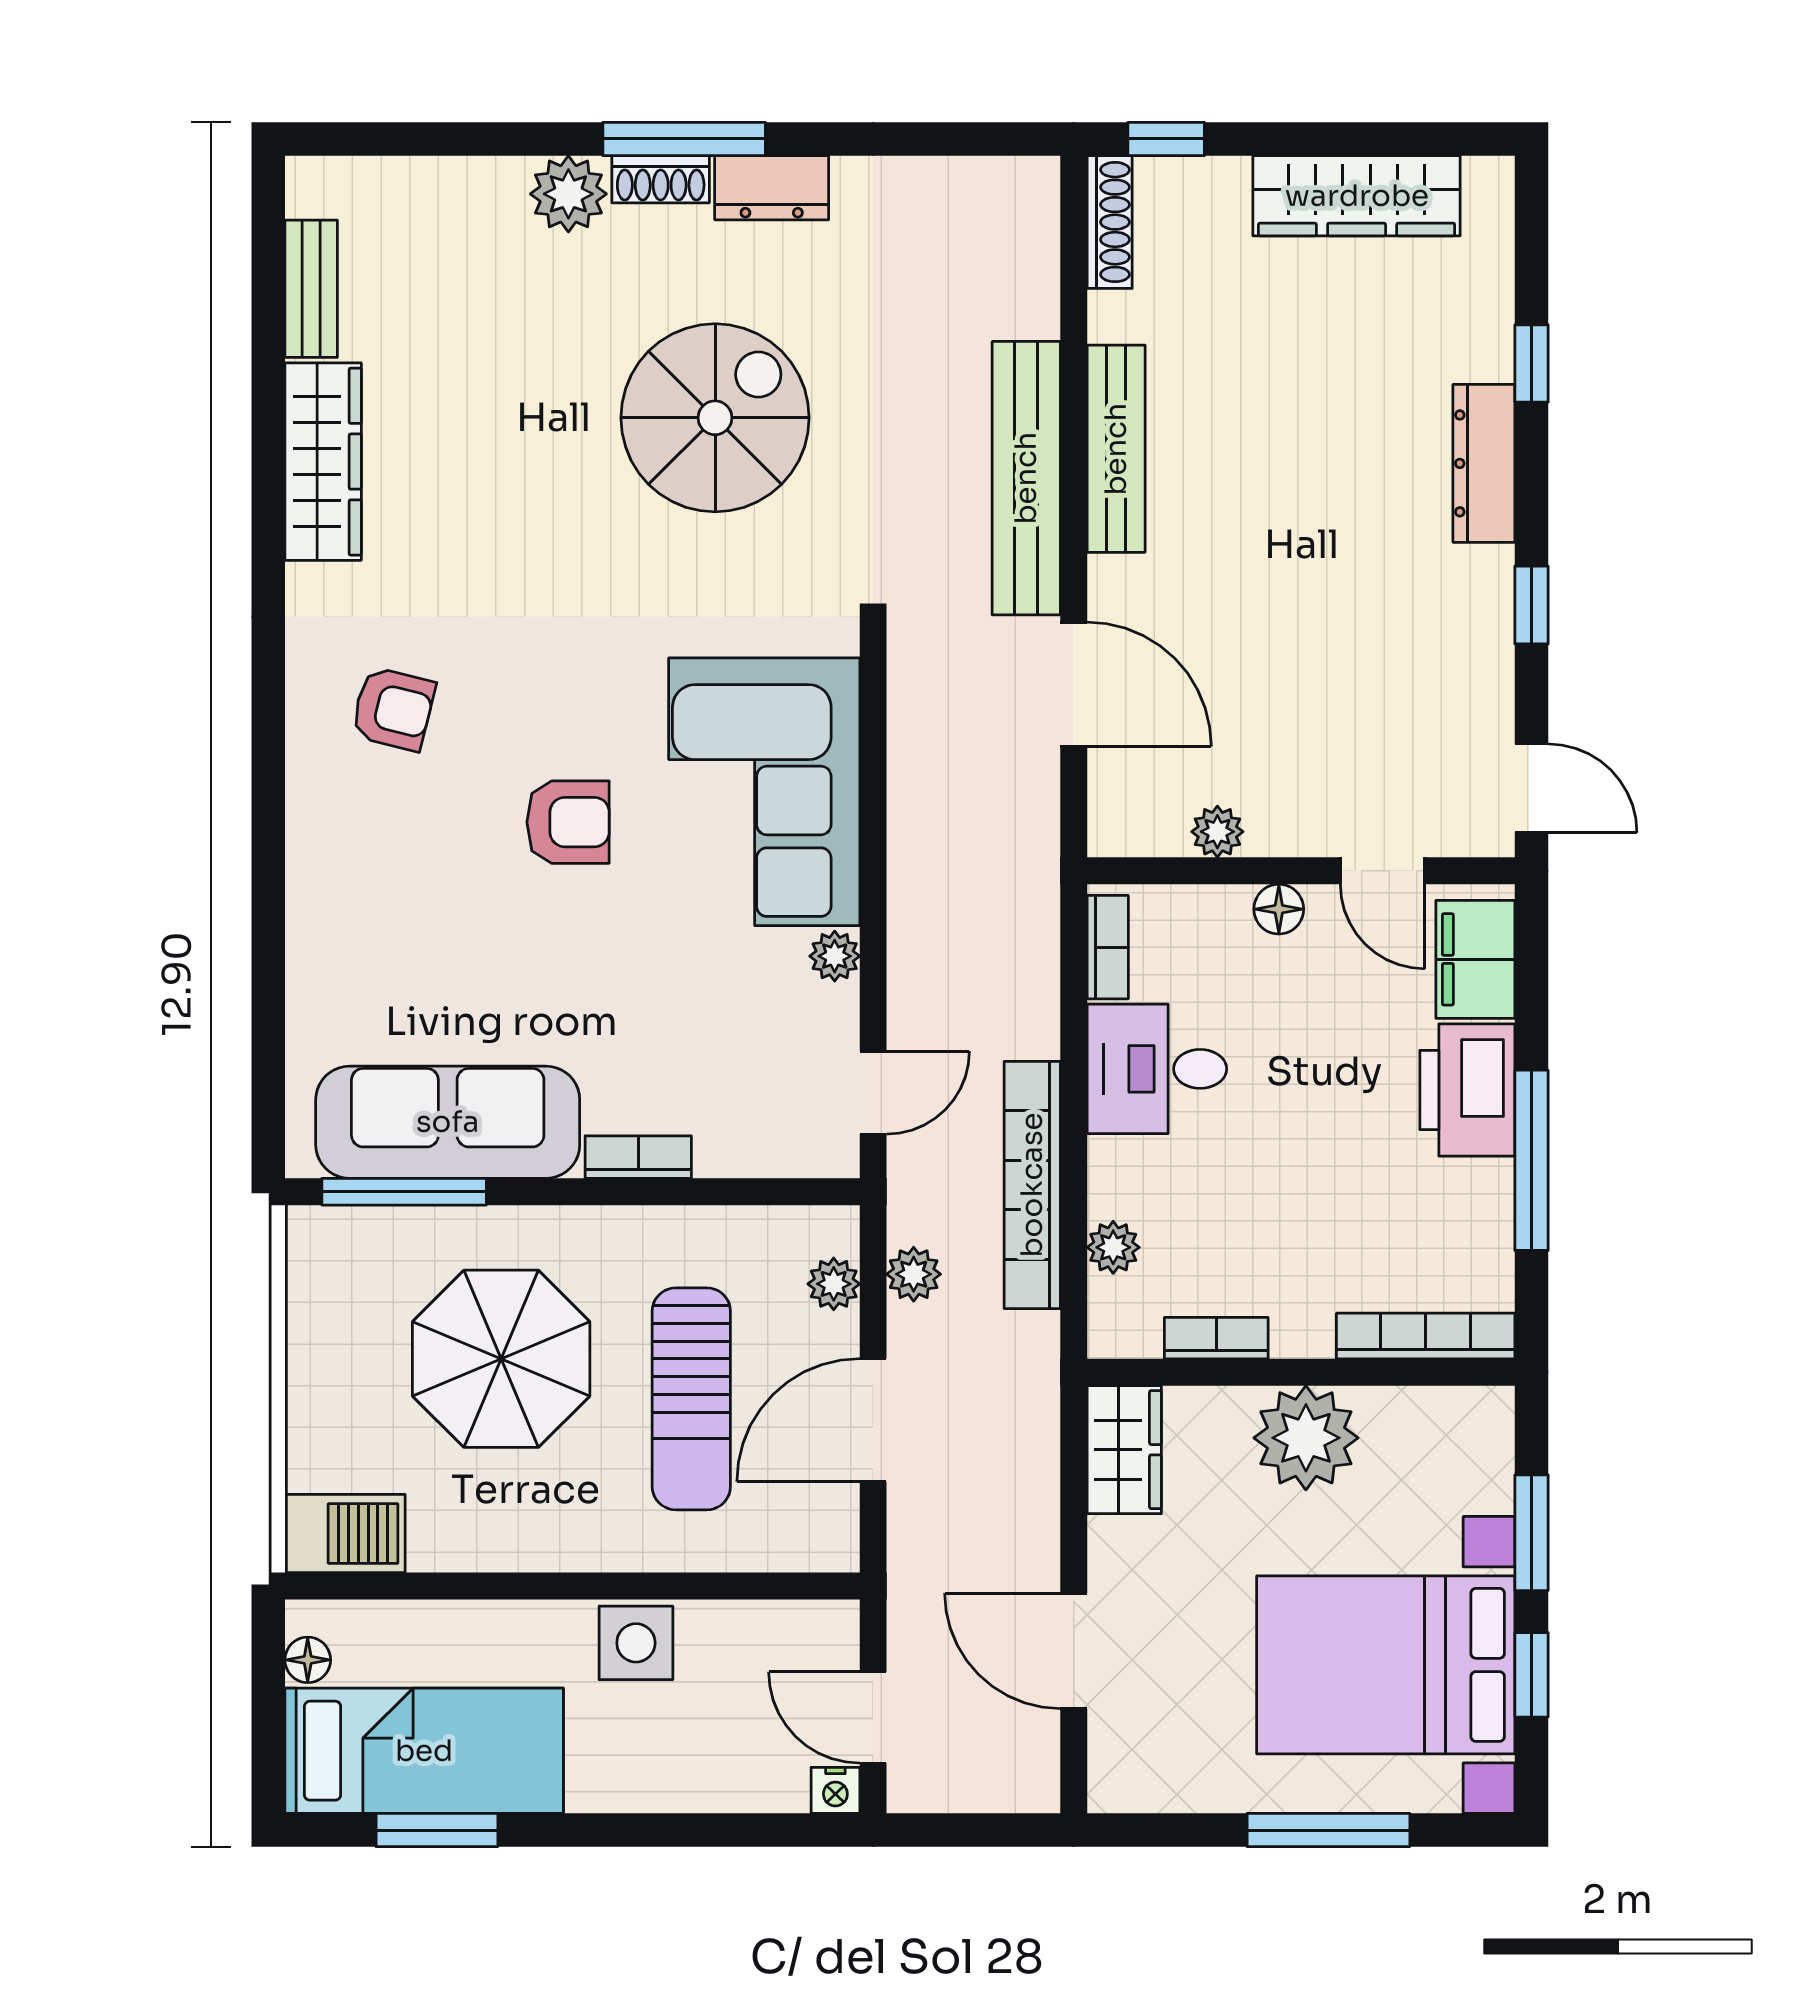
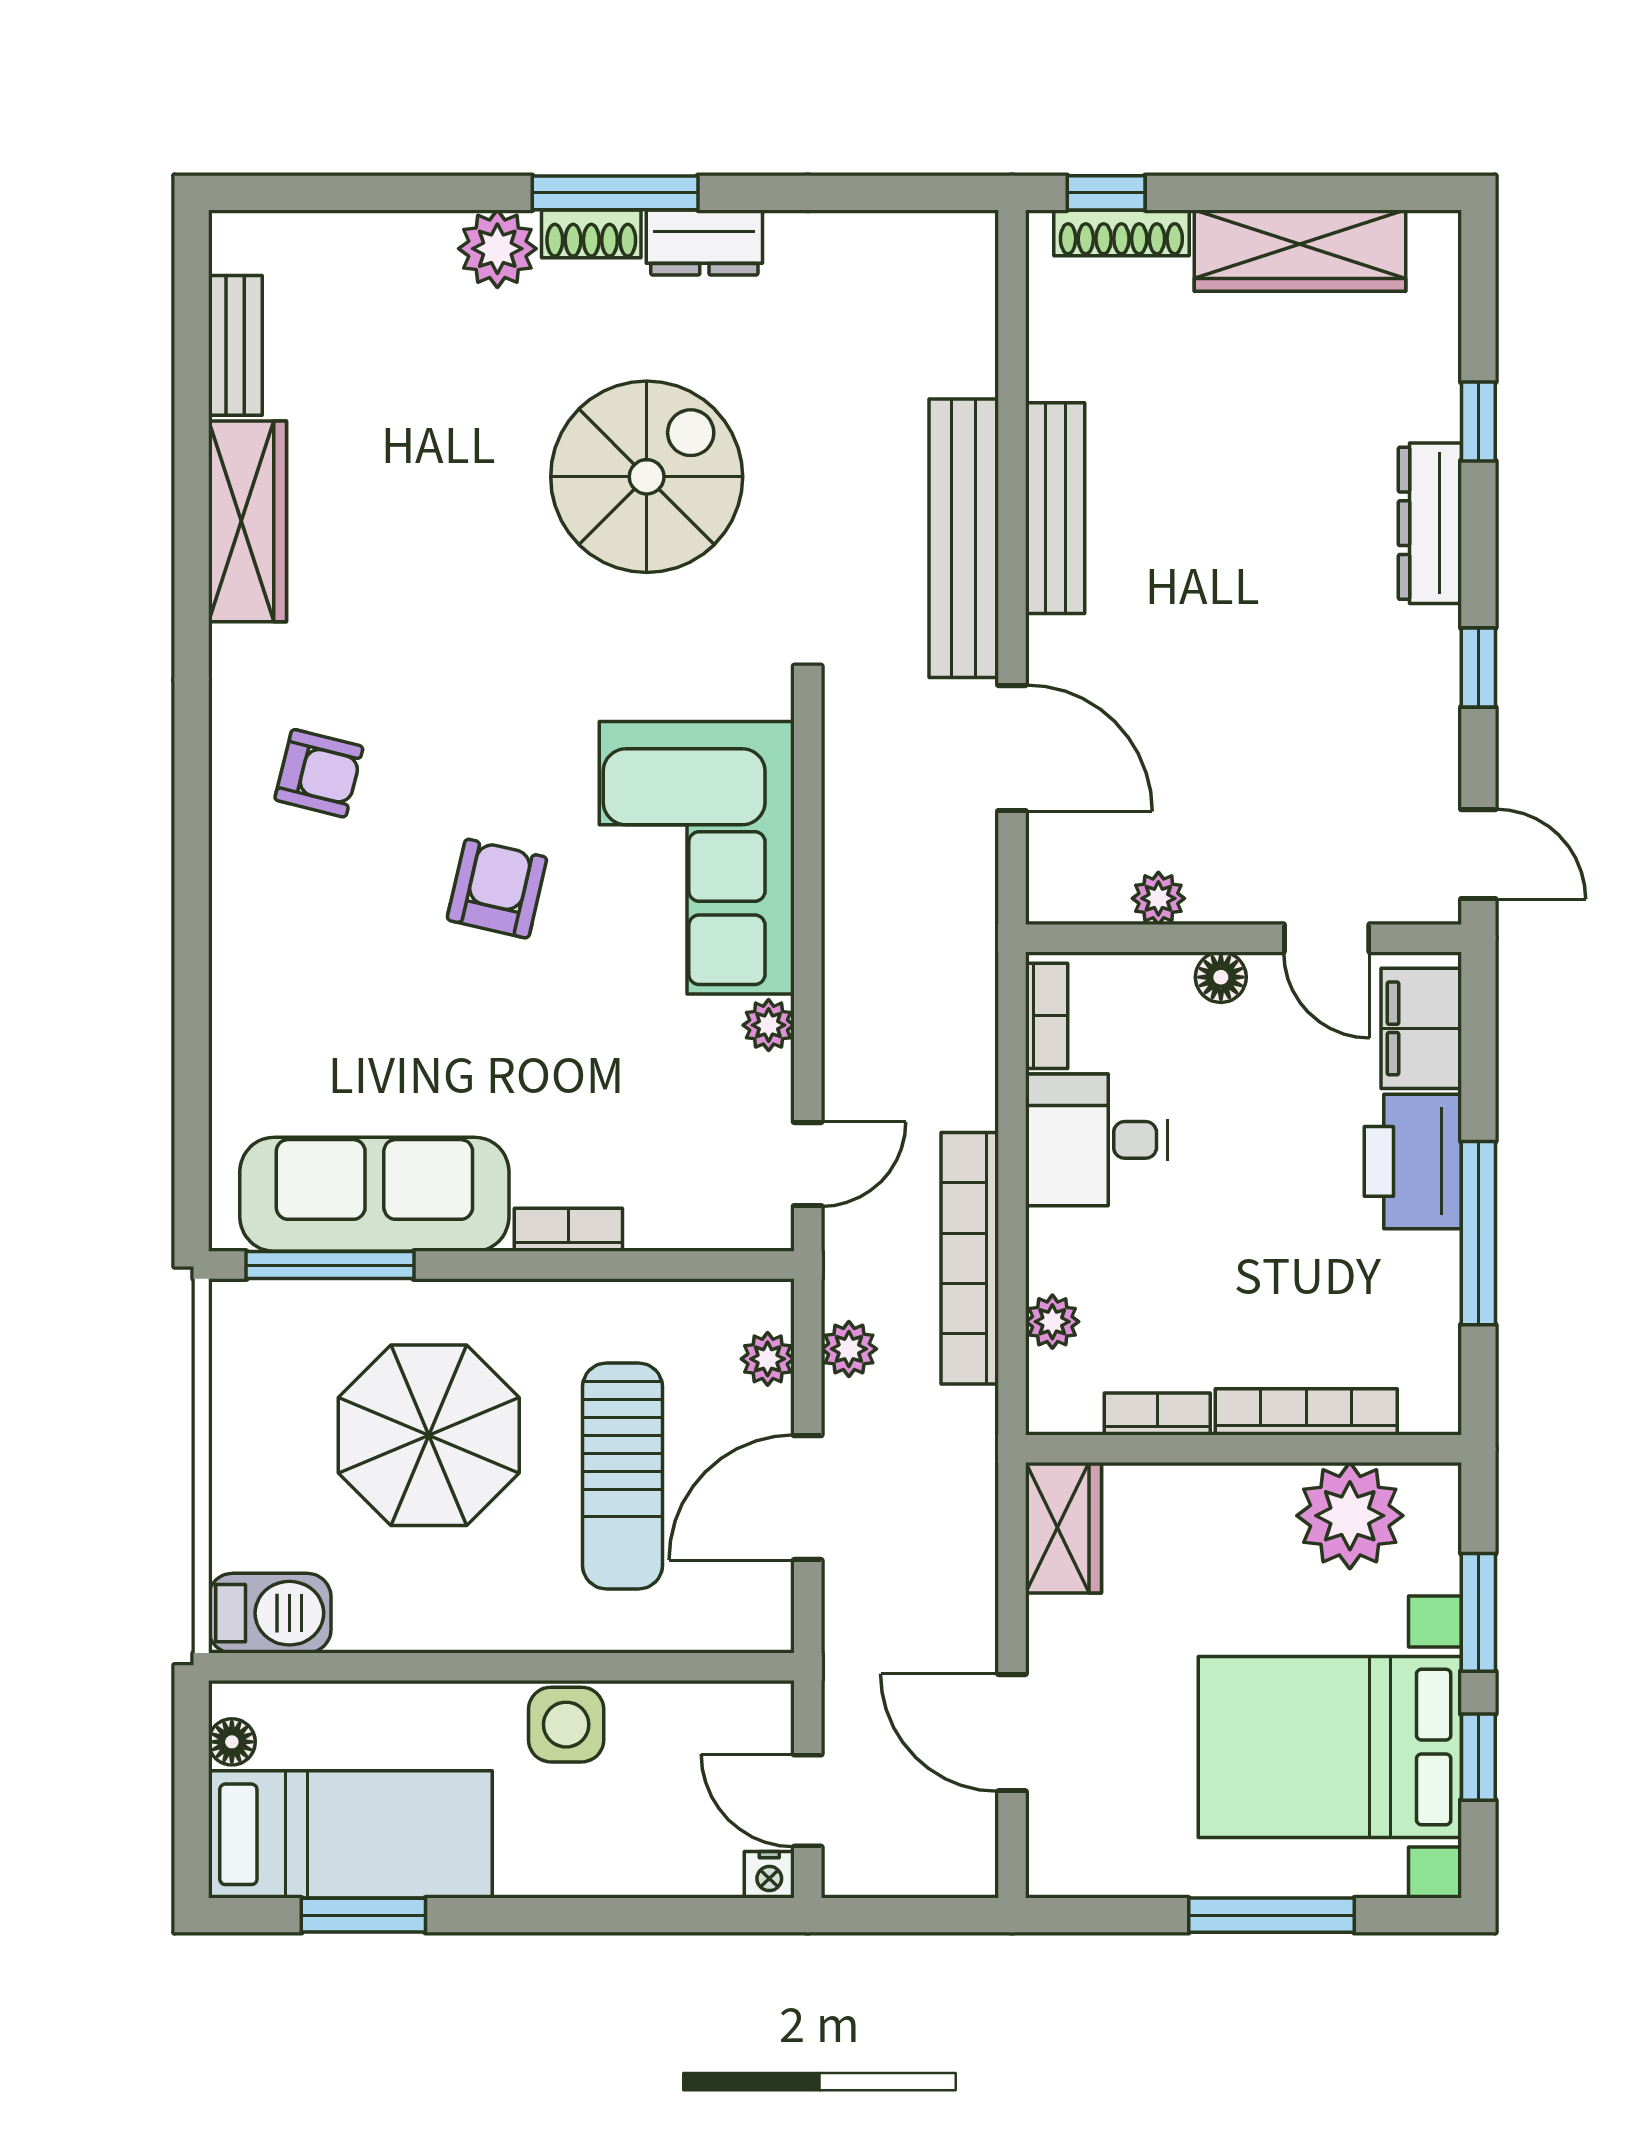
shoe rack: (1110, 222) -> (1121, 233), moved, turned 90
armchair: (568, 822) -> (497, 889), turned -77
bookcase: (1426, 1336) -> (1306, 1412), moved
plant: (1306, 1438) -> (1350, 1516), moved

